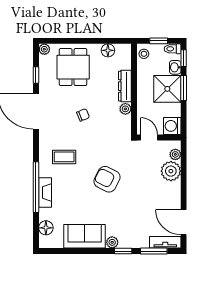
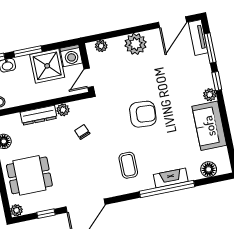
shower: (167, 89) -> (47, 66), moved
chair: (83, 115) -> (82, 132), moved
plant: (171, 171) -> (136, 44), moved
armchair: (107, 179) -> (143, 114), turned -113

